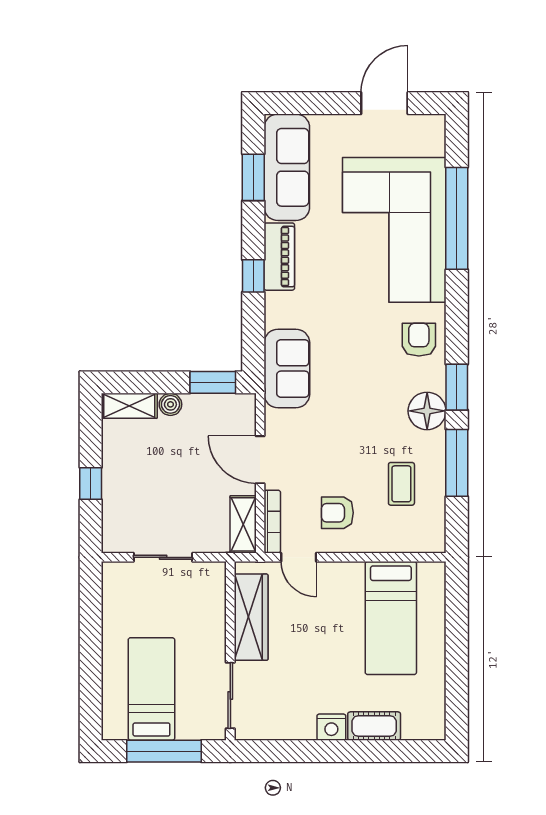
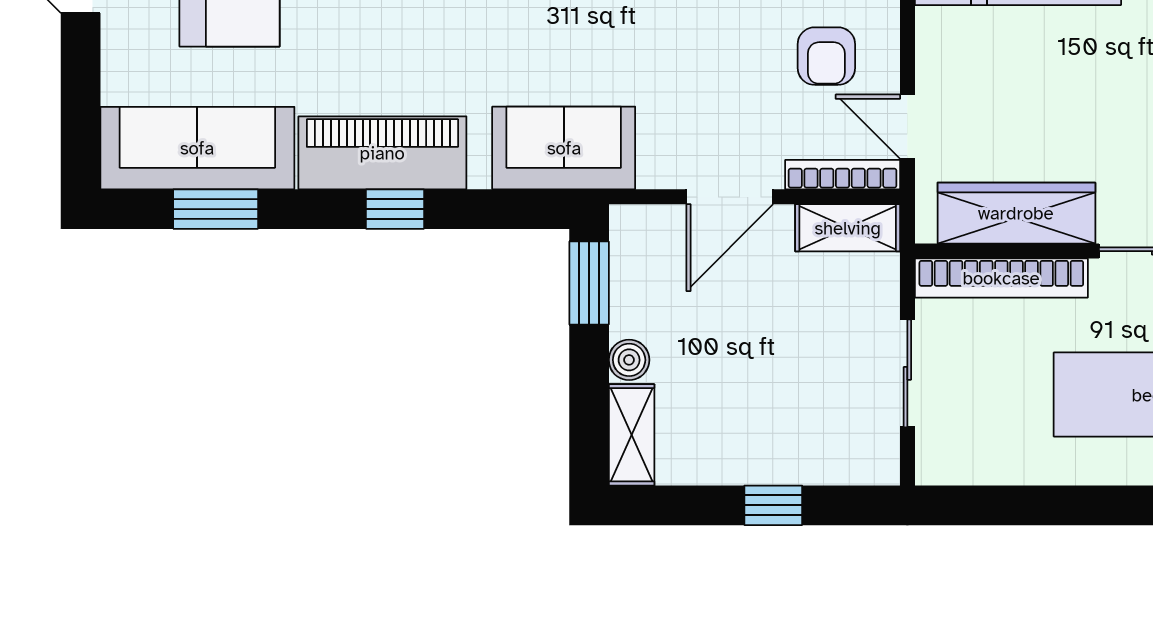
piano: (279, 257) -> (382, 153), width x1.37, depth x1.33
door: (299, 557) -> (907, 127), swing flipped
bookcase: (215, 609) -> (1001, 278), added

